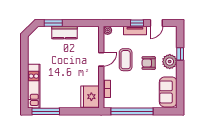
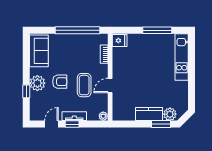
plant: (45, 32) -> (170, 114), added
fridge: (90, 97) -> (120, 40), width x0.53, depth x0.75
window: (46, 111) -> (157, 30), moved

